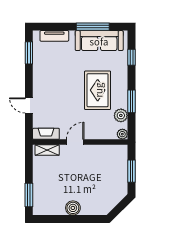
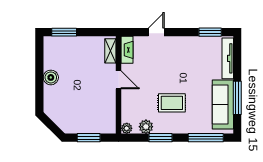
tv unit: (54, 36) -> (228, 58), width x1.41
window: (131, 57) -> (206, 138), width x2.17
rug: (98, 90) -> (172, 103), width x0.73, depth x0.70

